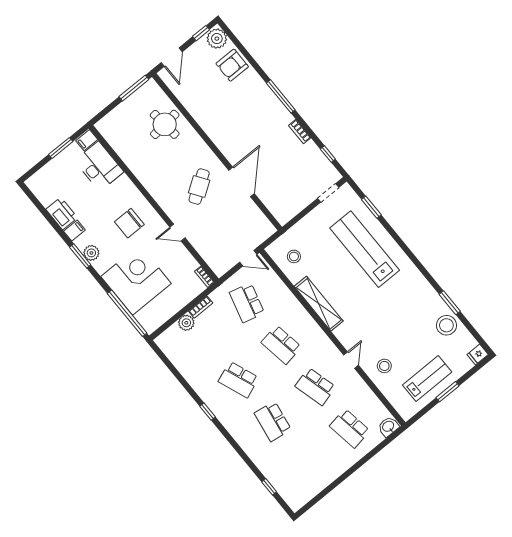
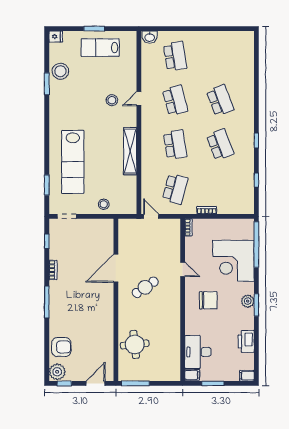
filing cabinet: (74, 231) -> (247, 376), moved
stool: (294, 256) -> (104, 204), moved
plant: (186, 323) -> (224, 208), removed
stool: (384, 366) -> (112, 100), moved
school desk: (273, 421) -> (220, 100), turned -30
window: (269, 487) -> (256, 180), moved

